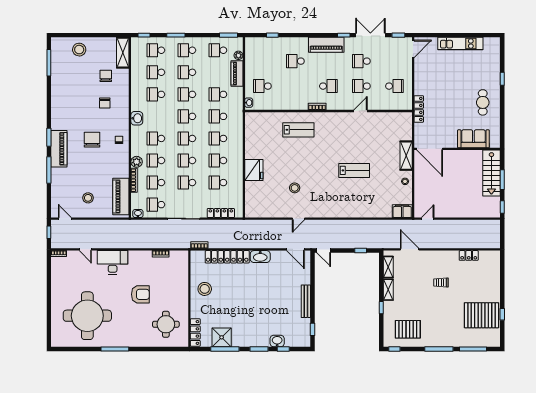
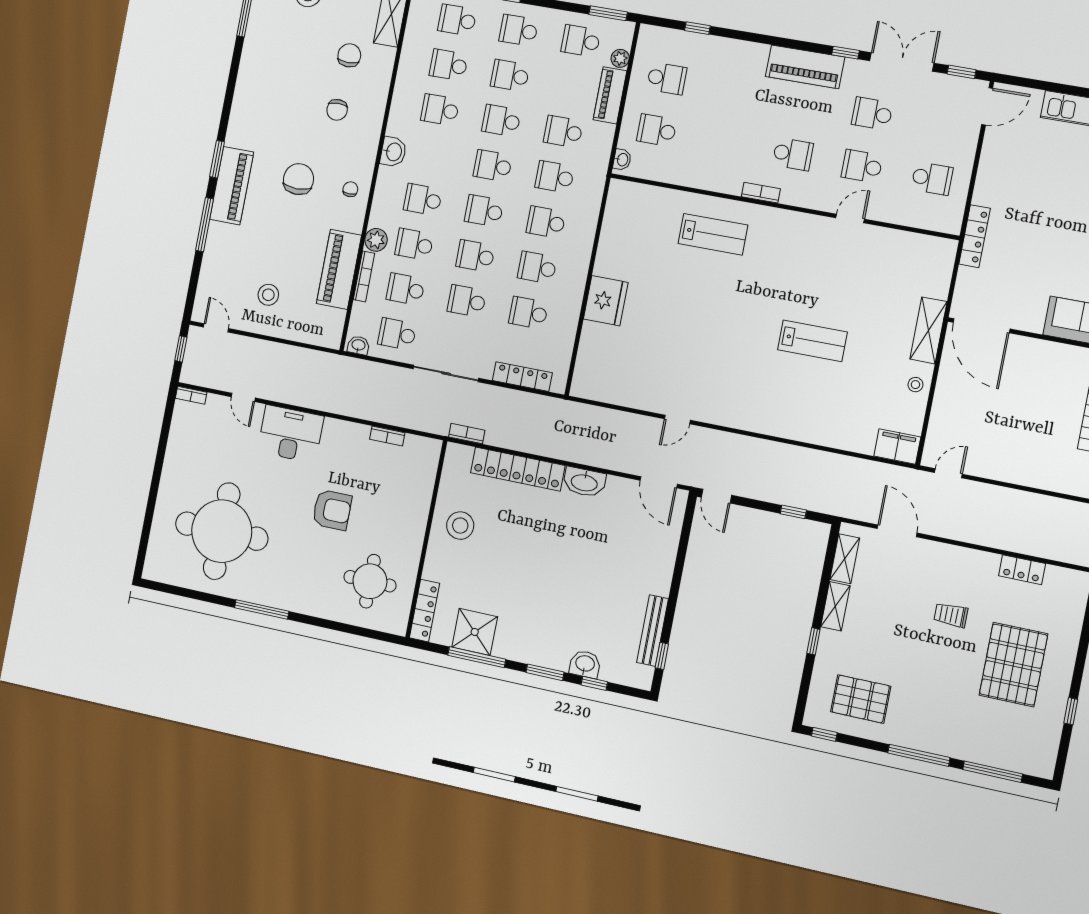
school desk: (295, 61) -> (667, 79), moved, turned 180
stool: (295, 188) -> (682, 354), removed
piano: (121, 197) -> (339, 269), moved
bench: (306, 301) -> (652, 631), moved
pallet: (481, 315) -> (1013, 664), moved, turned 90

